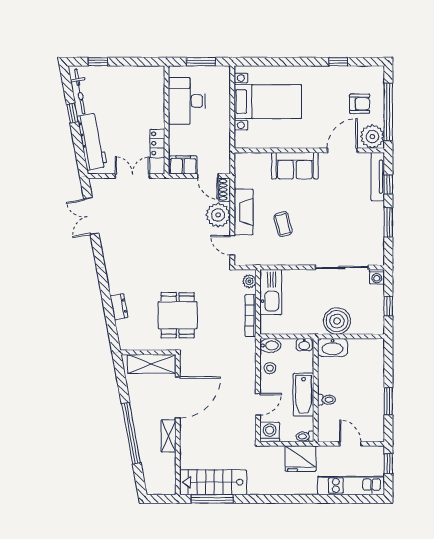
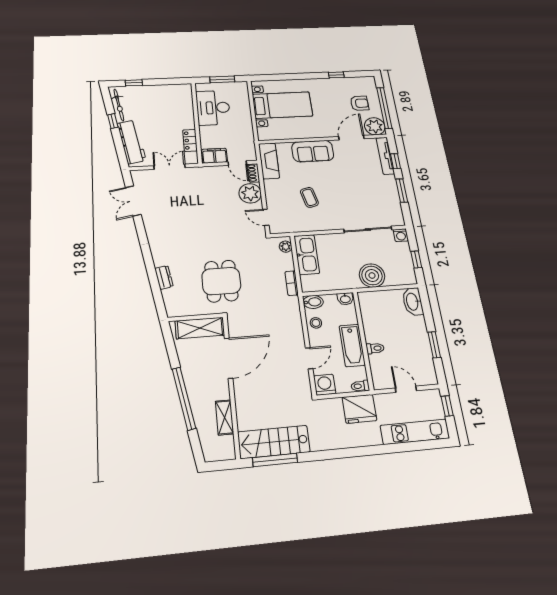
fireplace: (244, 212) -> (269, 161), moved
bookcase: (251, 316) -> (292, 283), width x0.64
washbasin: (333, 347) -> (413, 302), moved, turned 90
shelving: (168, 436) -> (224, 417), moved

